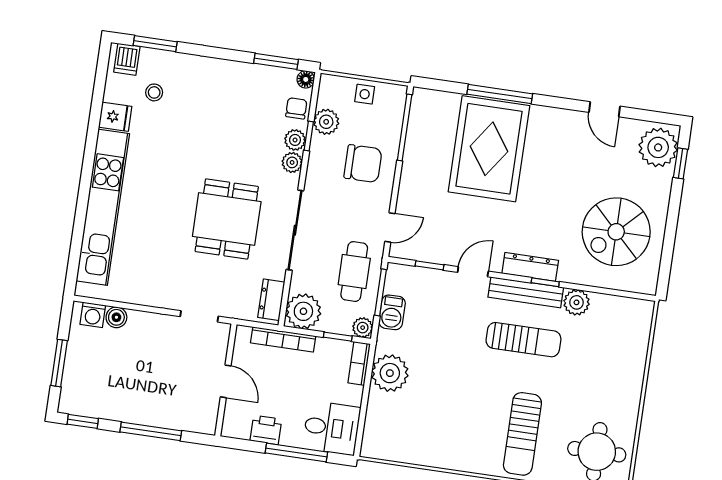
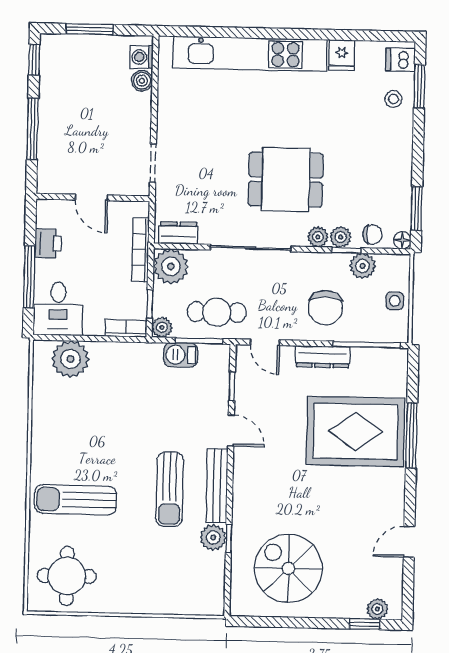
stool: (154, 92) -> (393, 99), moved
plant: (658, 147) -> (377, 609), width x0.53, depth x0.53
dining table: (227, 219) -> (286, 180), moved
dresser: (530, 267) -> (323, 357), moved, turned 90
window: (545, 282) -> (229, 539), moved
plant: (390, 373) -> (70, 359), moved
door: (226, 381) -> (91, 197), hinge flipped

